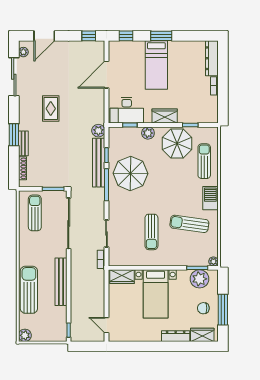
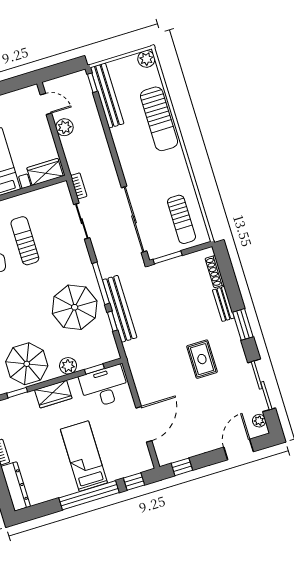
window: (161, 36) -> (89, 495), width x2.11
plant: (98, 131) -> (64, 127), moved
window: (14, 135) -> (243, 324), moved
bench: (61, 282) -> (107, 96), moved

